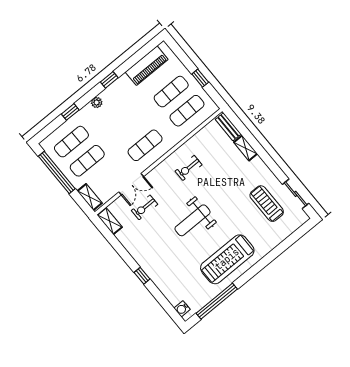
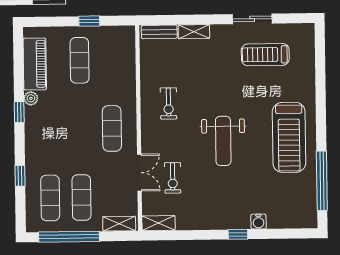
plant: (97, 102) -> (31, 98), moved
exercise mat: (187, 111) -> (111, 60), removed
sliding door: (296, 194) -> (252, 19), moved
water cooler: (182, 309) -> (258, 222), moved

